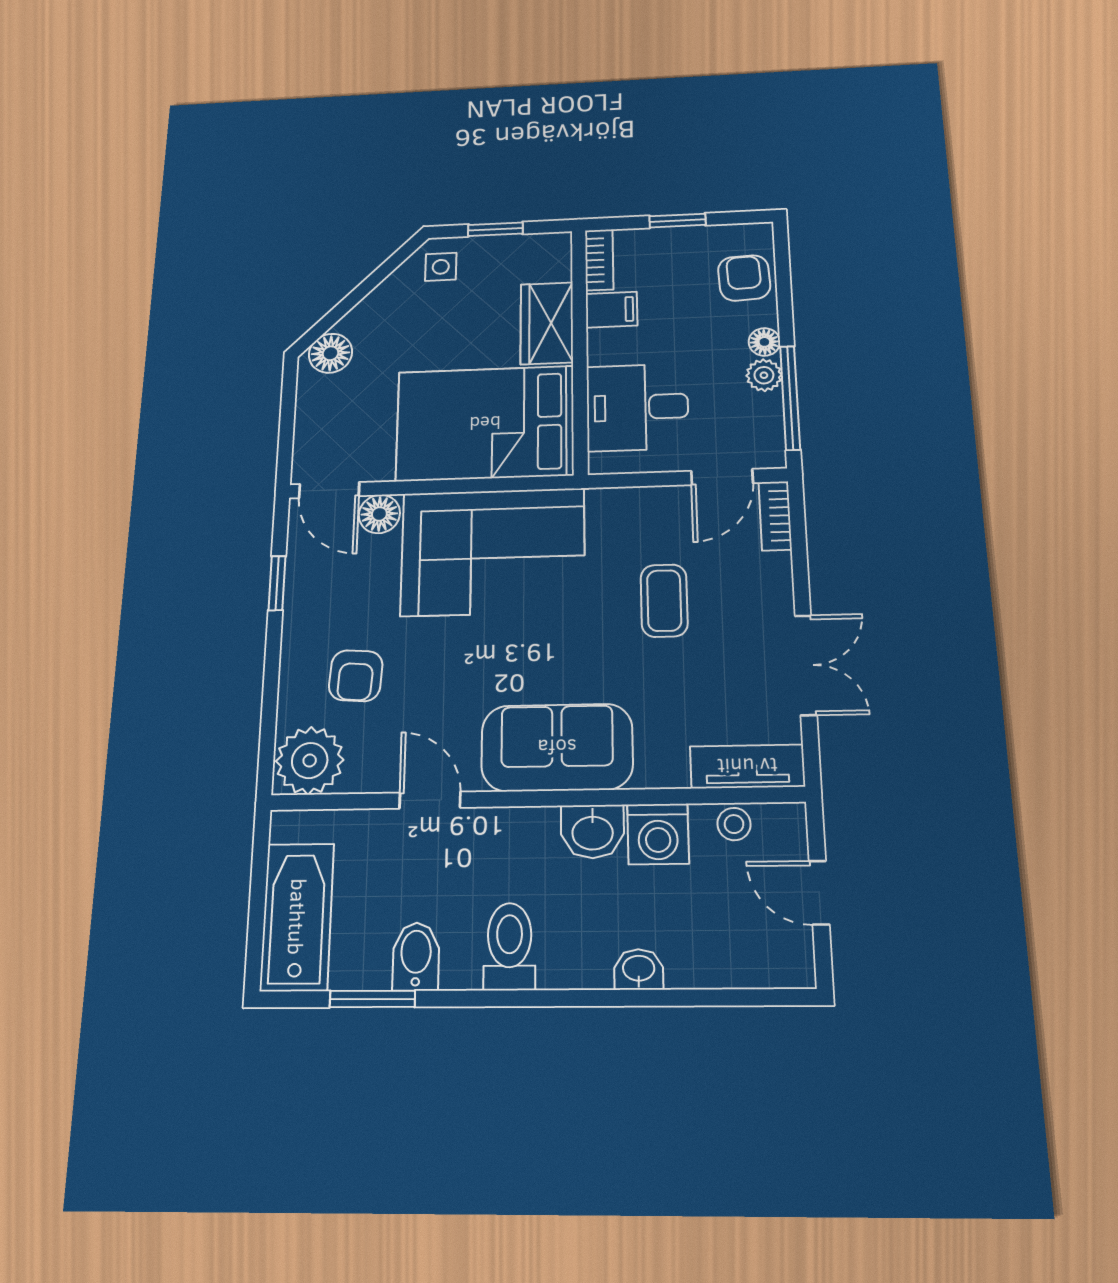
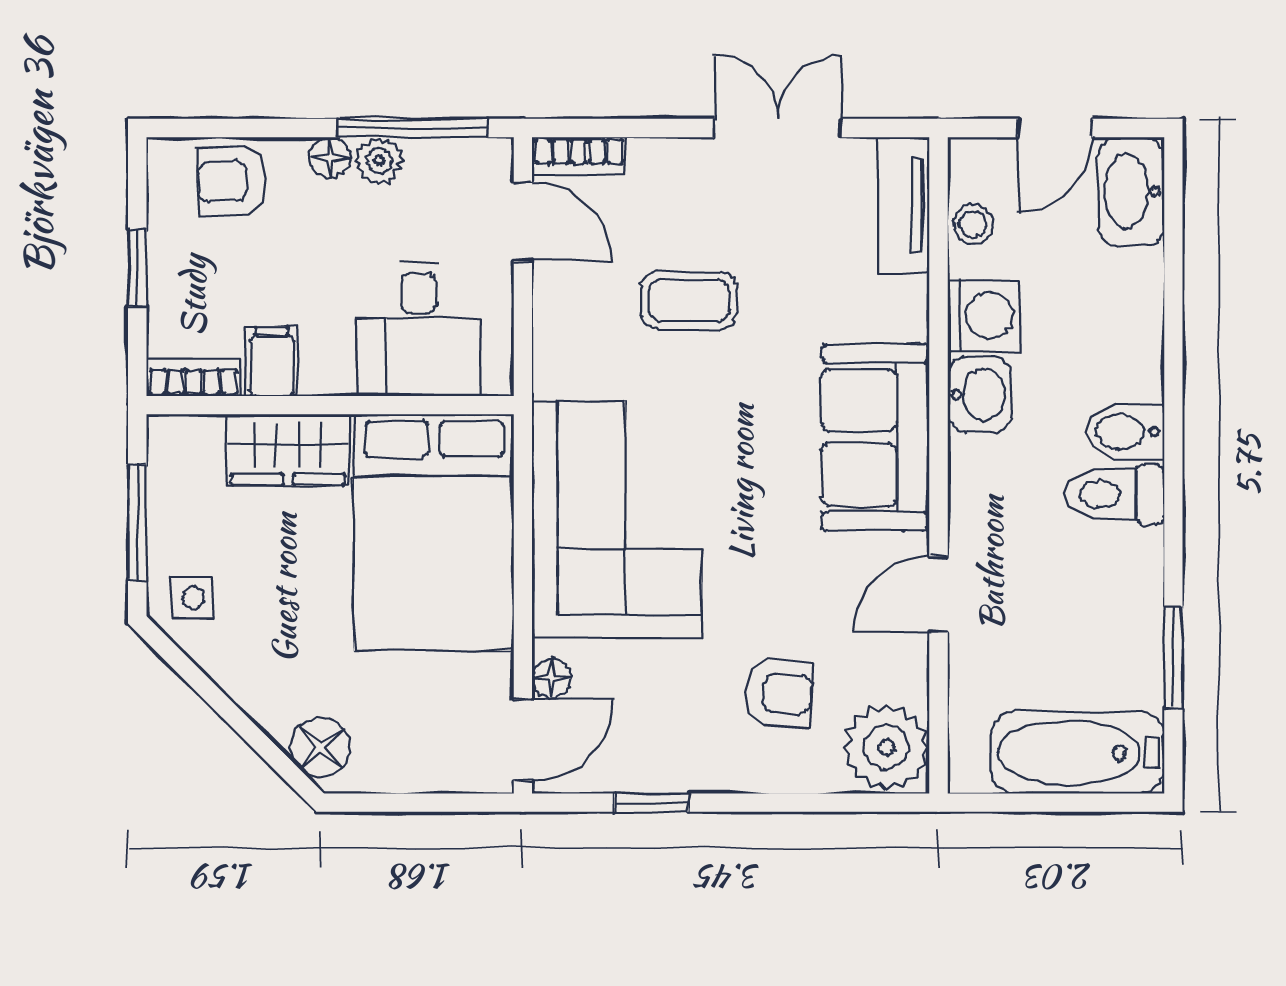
window: (495, 229) -> (137, 522), width x1.50
floor lamp: (379, 514) -> (552, 678), width x0.73, depth x0.73
bidet: (416, 956) -> (1125, 432), moved
washbasin: (639, 969) -> (1131, 191), moved, width x1.91, depth x1.45

